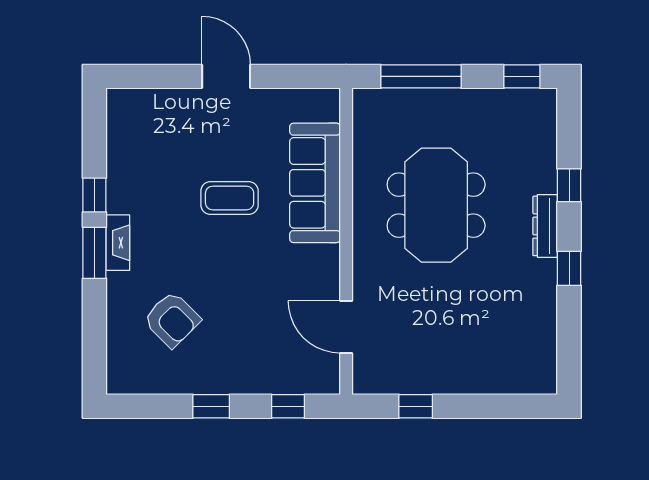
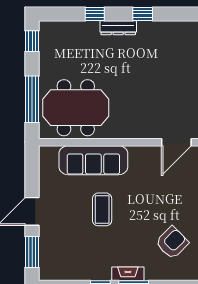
window: (156, 76) -> (32, 252), added
meeting table: (436, 205) -> (76, 108), moved

